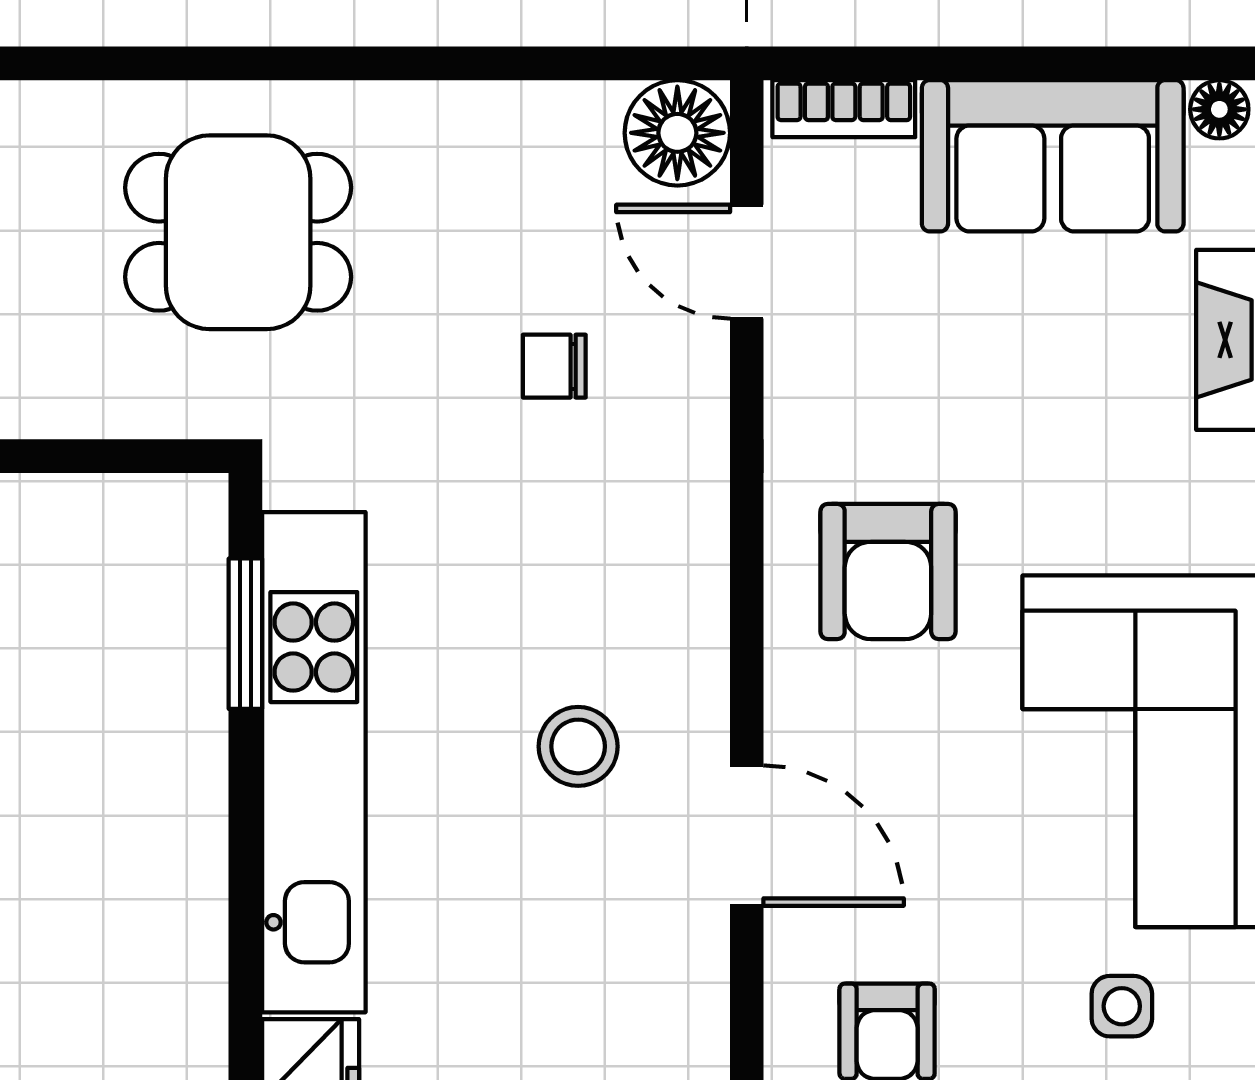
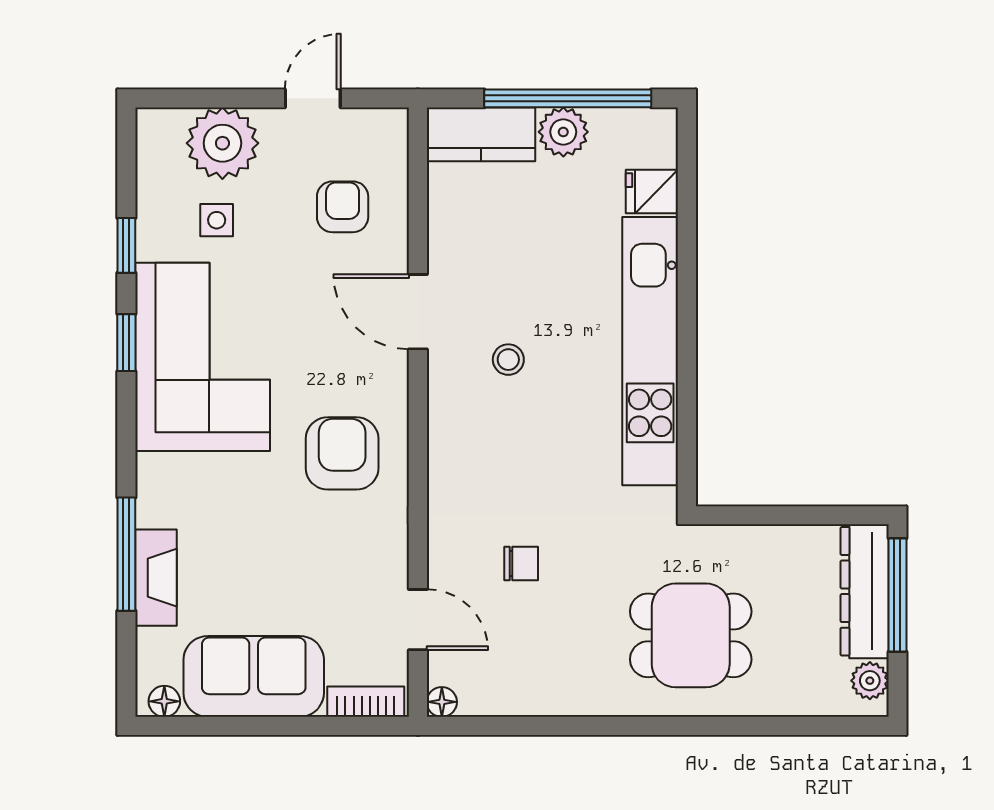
floor lamp: (677, 133) -> (442, 702), width x0.53, depth x0.53
window: (245, 634) -> (687, 420), removed
stool: (578, 746) -> (508, 360), width x0.73, depth x0.73

